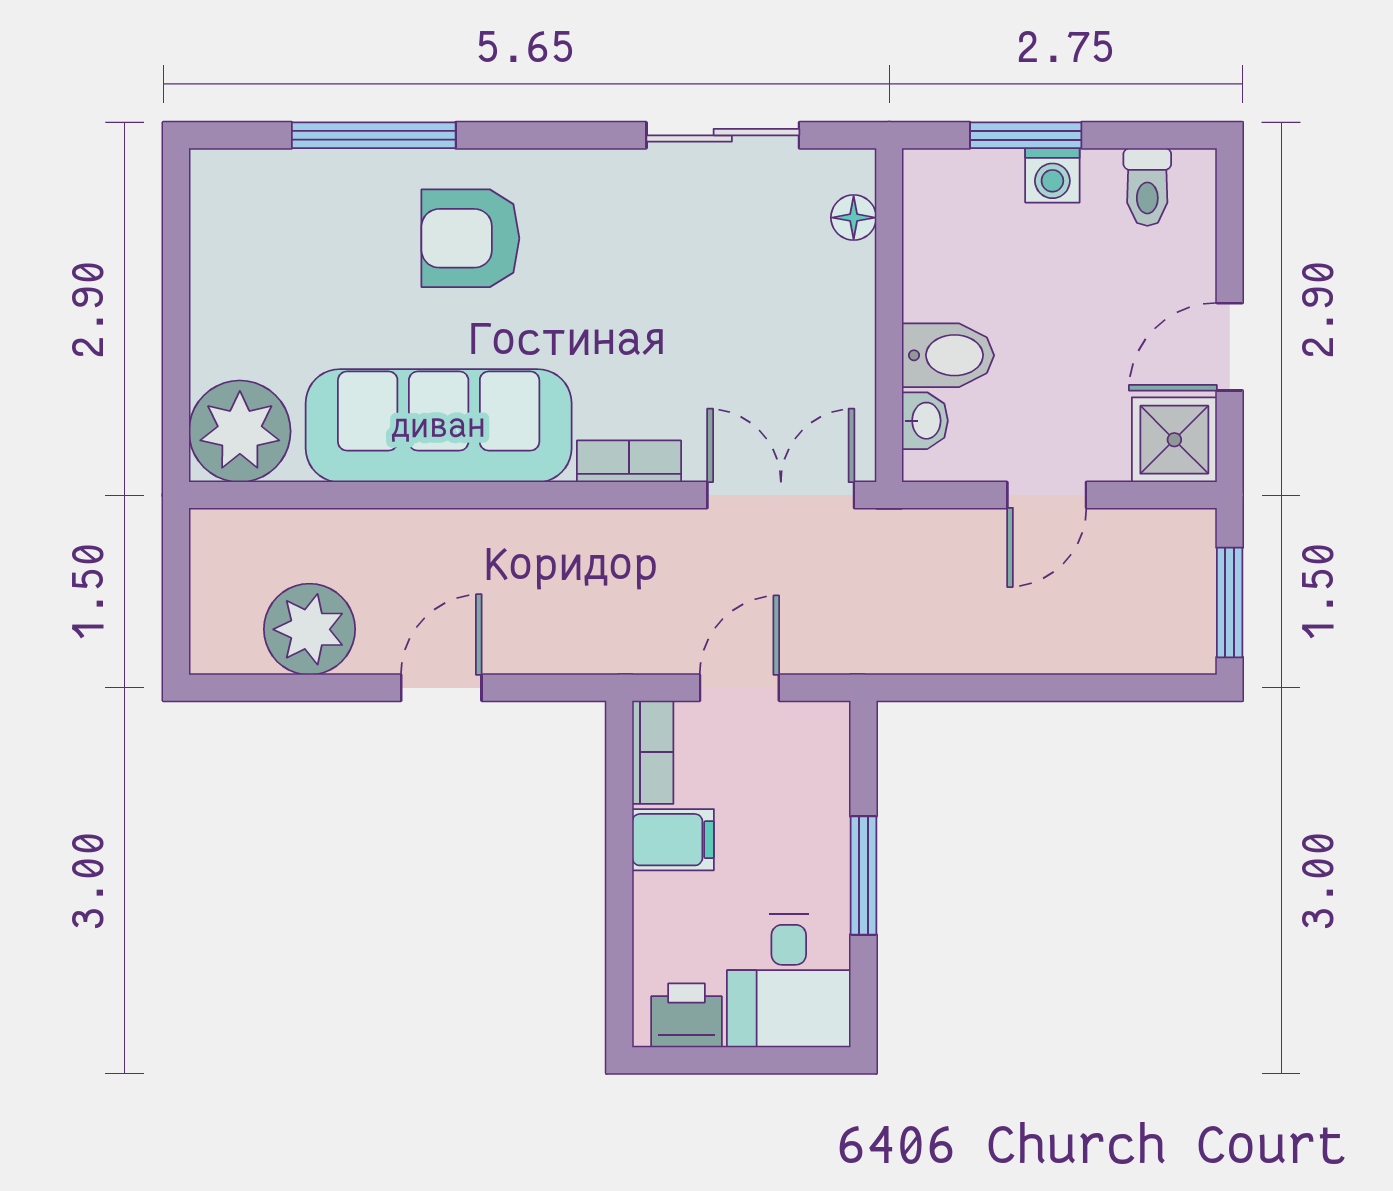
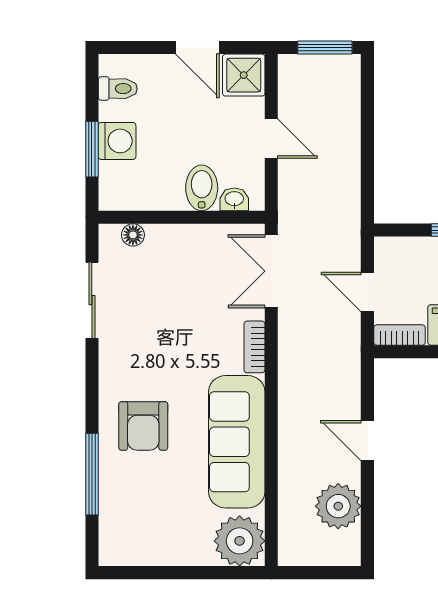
washing machine: (1052, 175) -> (117, 141), width x1.38, depth x1.38

